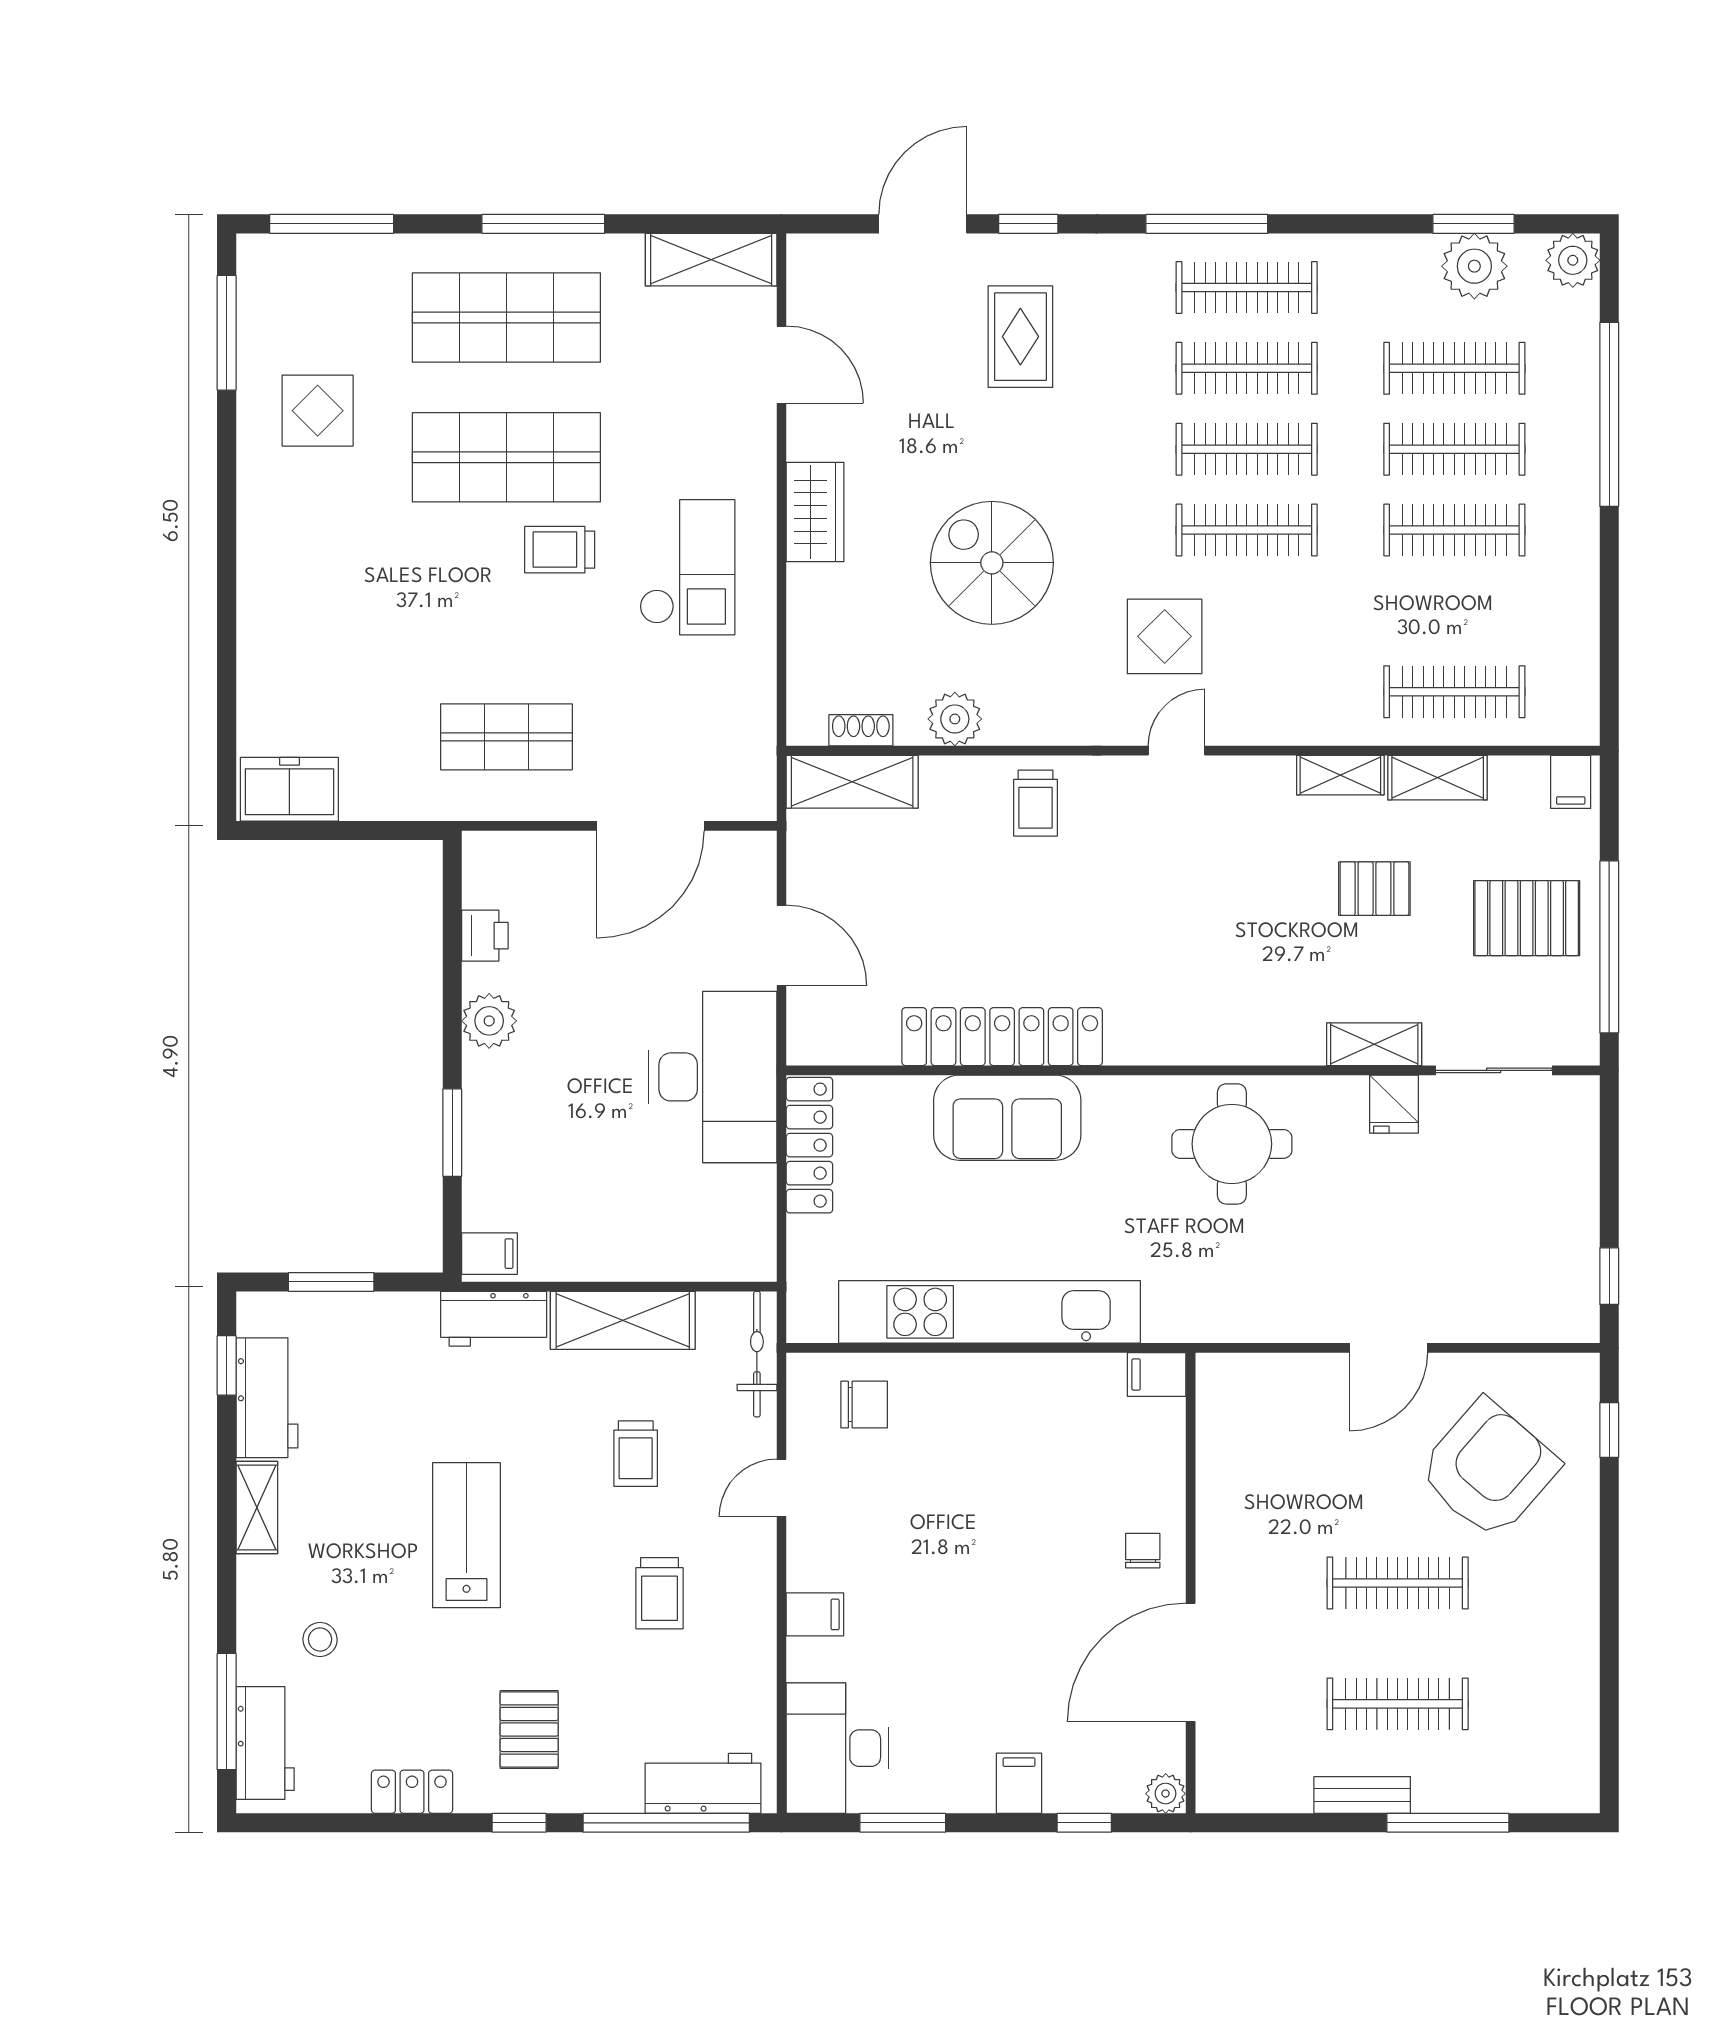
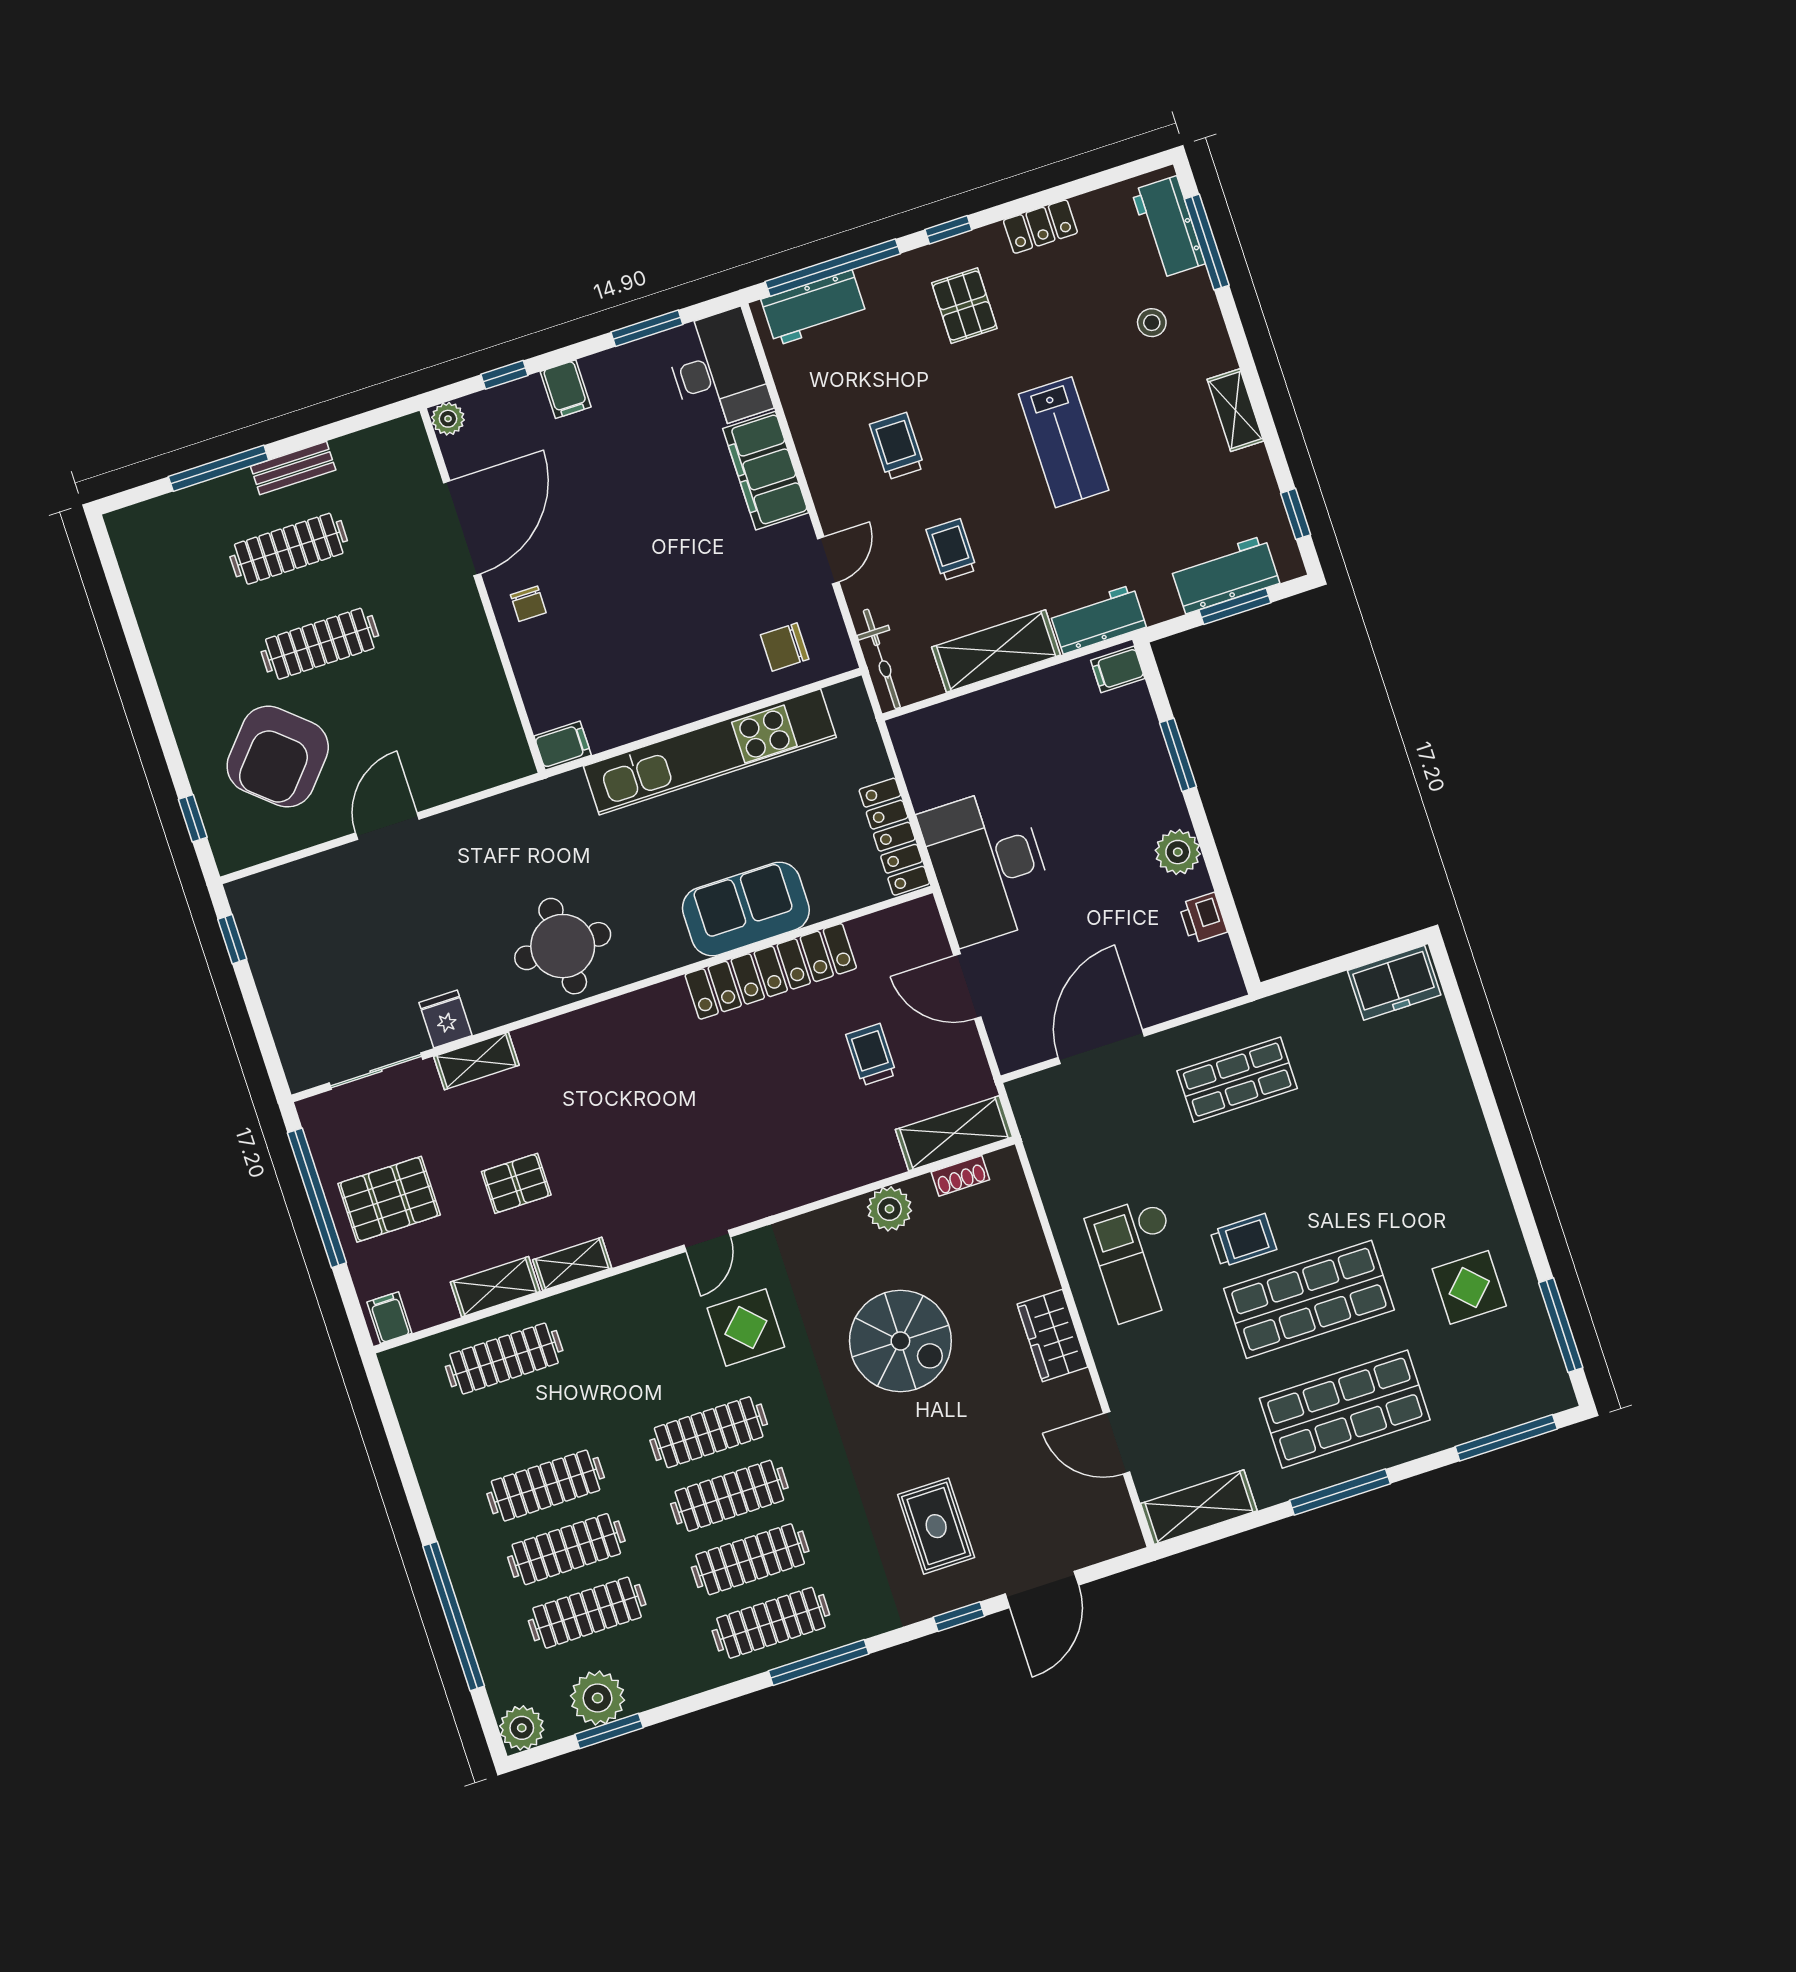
trolley: (1036, 803) -> (871, 1055), moved
workbench: (267, 1398) -> (1225, 575), moved, turned 90
filing cabinet: (815, 1614) -> (766, 471), width x3.00, depth x1.17

